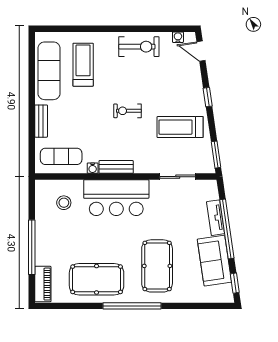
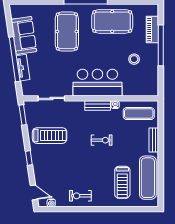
exercise bike: (139, 47) -> (80, 196), width x0.73, depth x0.72
exercise bike: (127, 111) -> (102, 140), moved
stool: (64, 203) -> (134, 59), moved
window: (235, 283) -> (9, 19), removed
piano: (43, 284) -> (152, 29), moved

